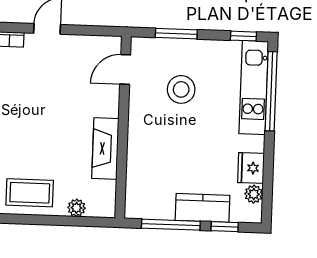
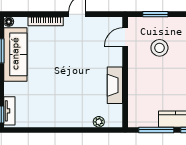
coffee table: (30, 193) -> (70, 114), removed

